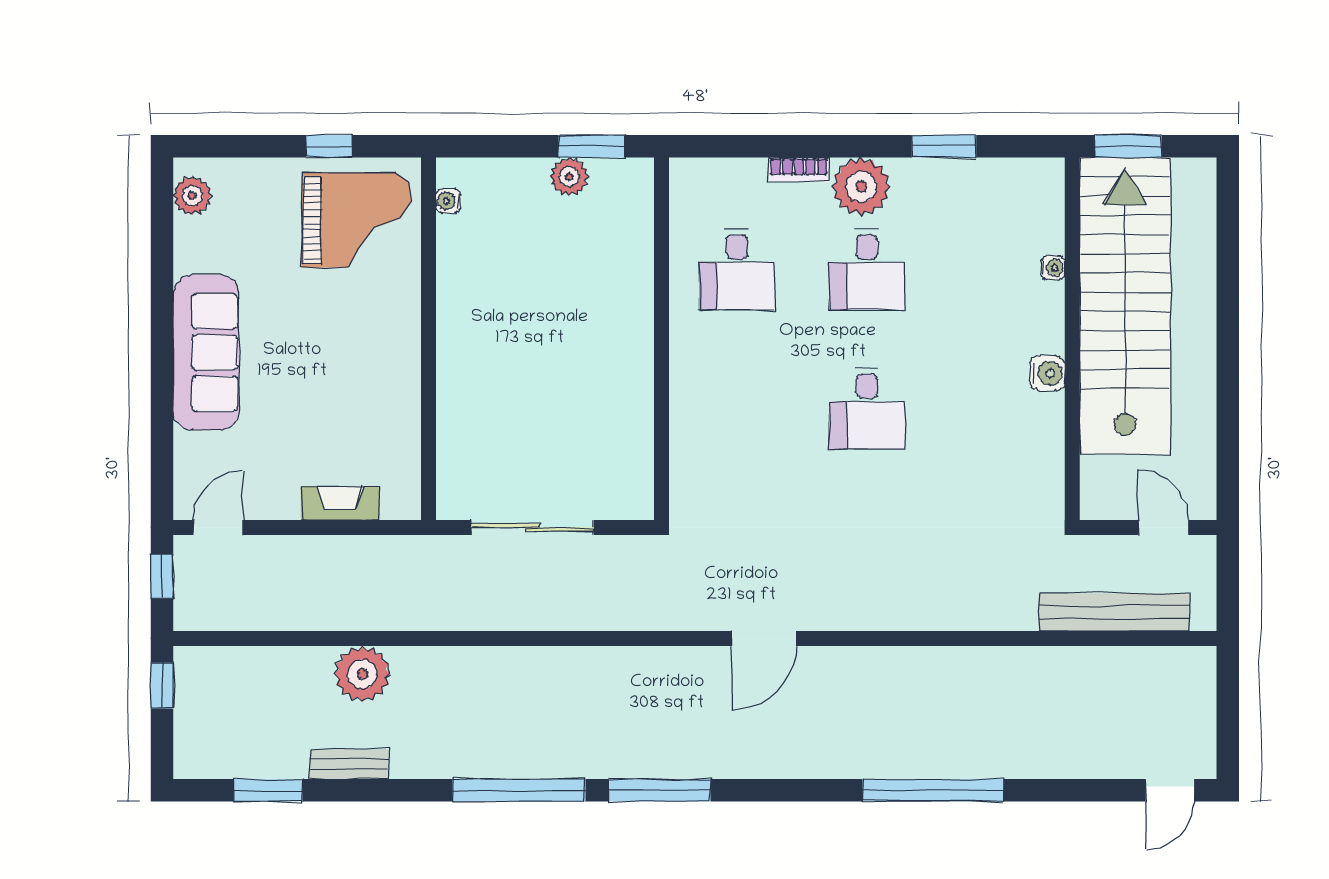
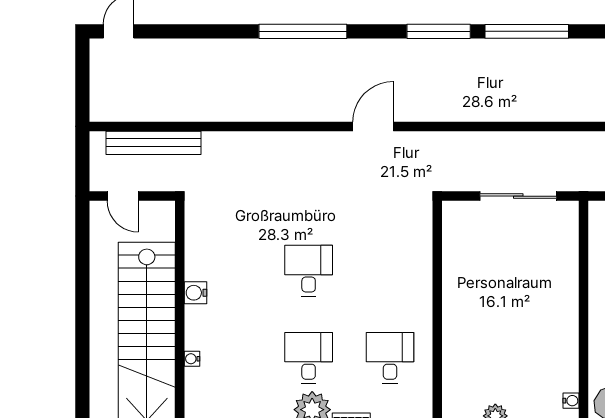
window: (933, 790) -> (303, 31), moved

